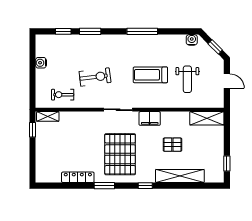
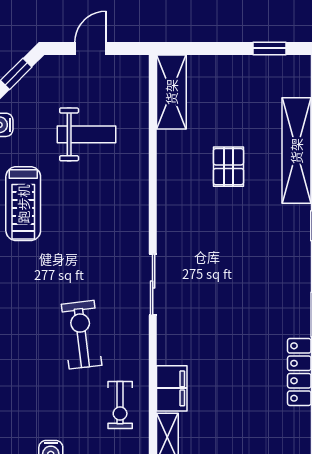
treadmill: (150, 75) -> (23, 204), moved
filing cabinet: (150, 118) -> (172, 388), moved
pallet: (120, 154) -> (249, 280), removed

